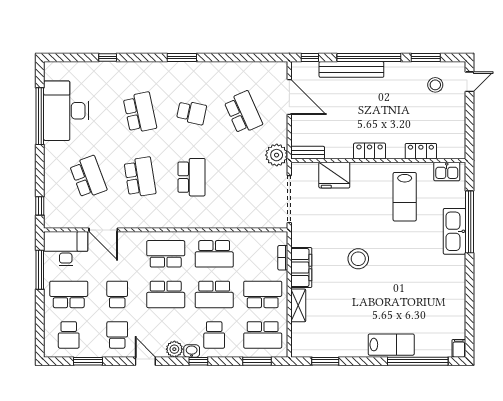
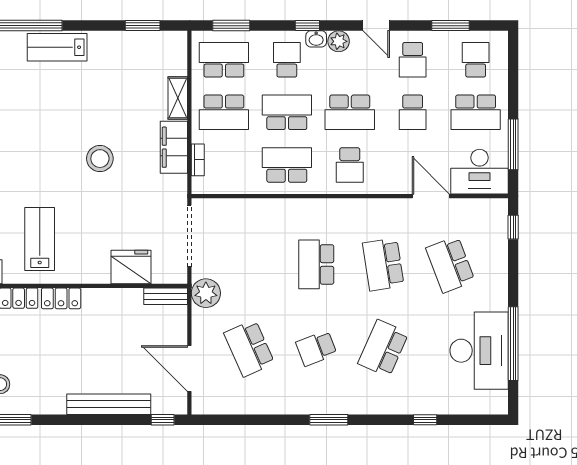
window: (369, 58) -> (86, 420), removed
school desk: (140, 113) -> (383, 348), turned 36
school desk: (192, 113) -> (316, 348), turned -33
locker: (370, 151) -> (61, 298), moved
school desk: (166, 254) -> (350, 165), width x0.54
school desk: (166, 294) -> (350, 112), turned 180

